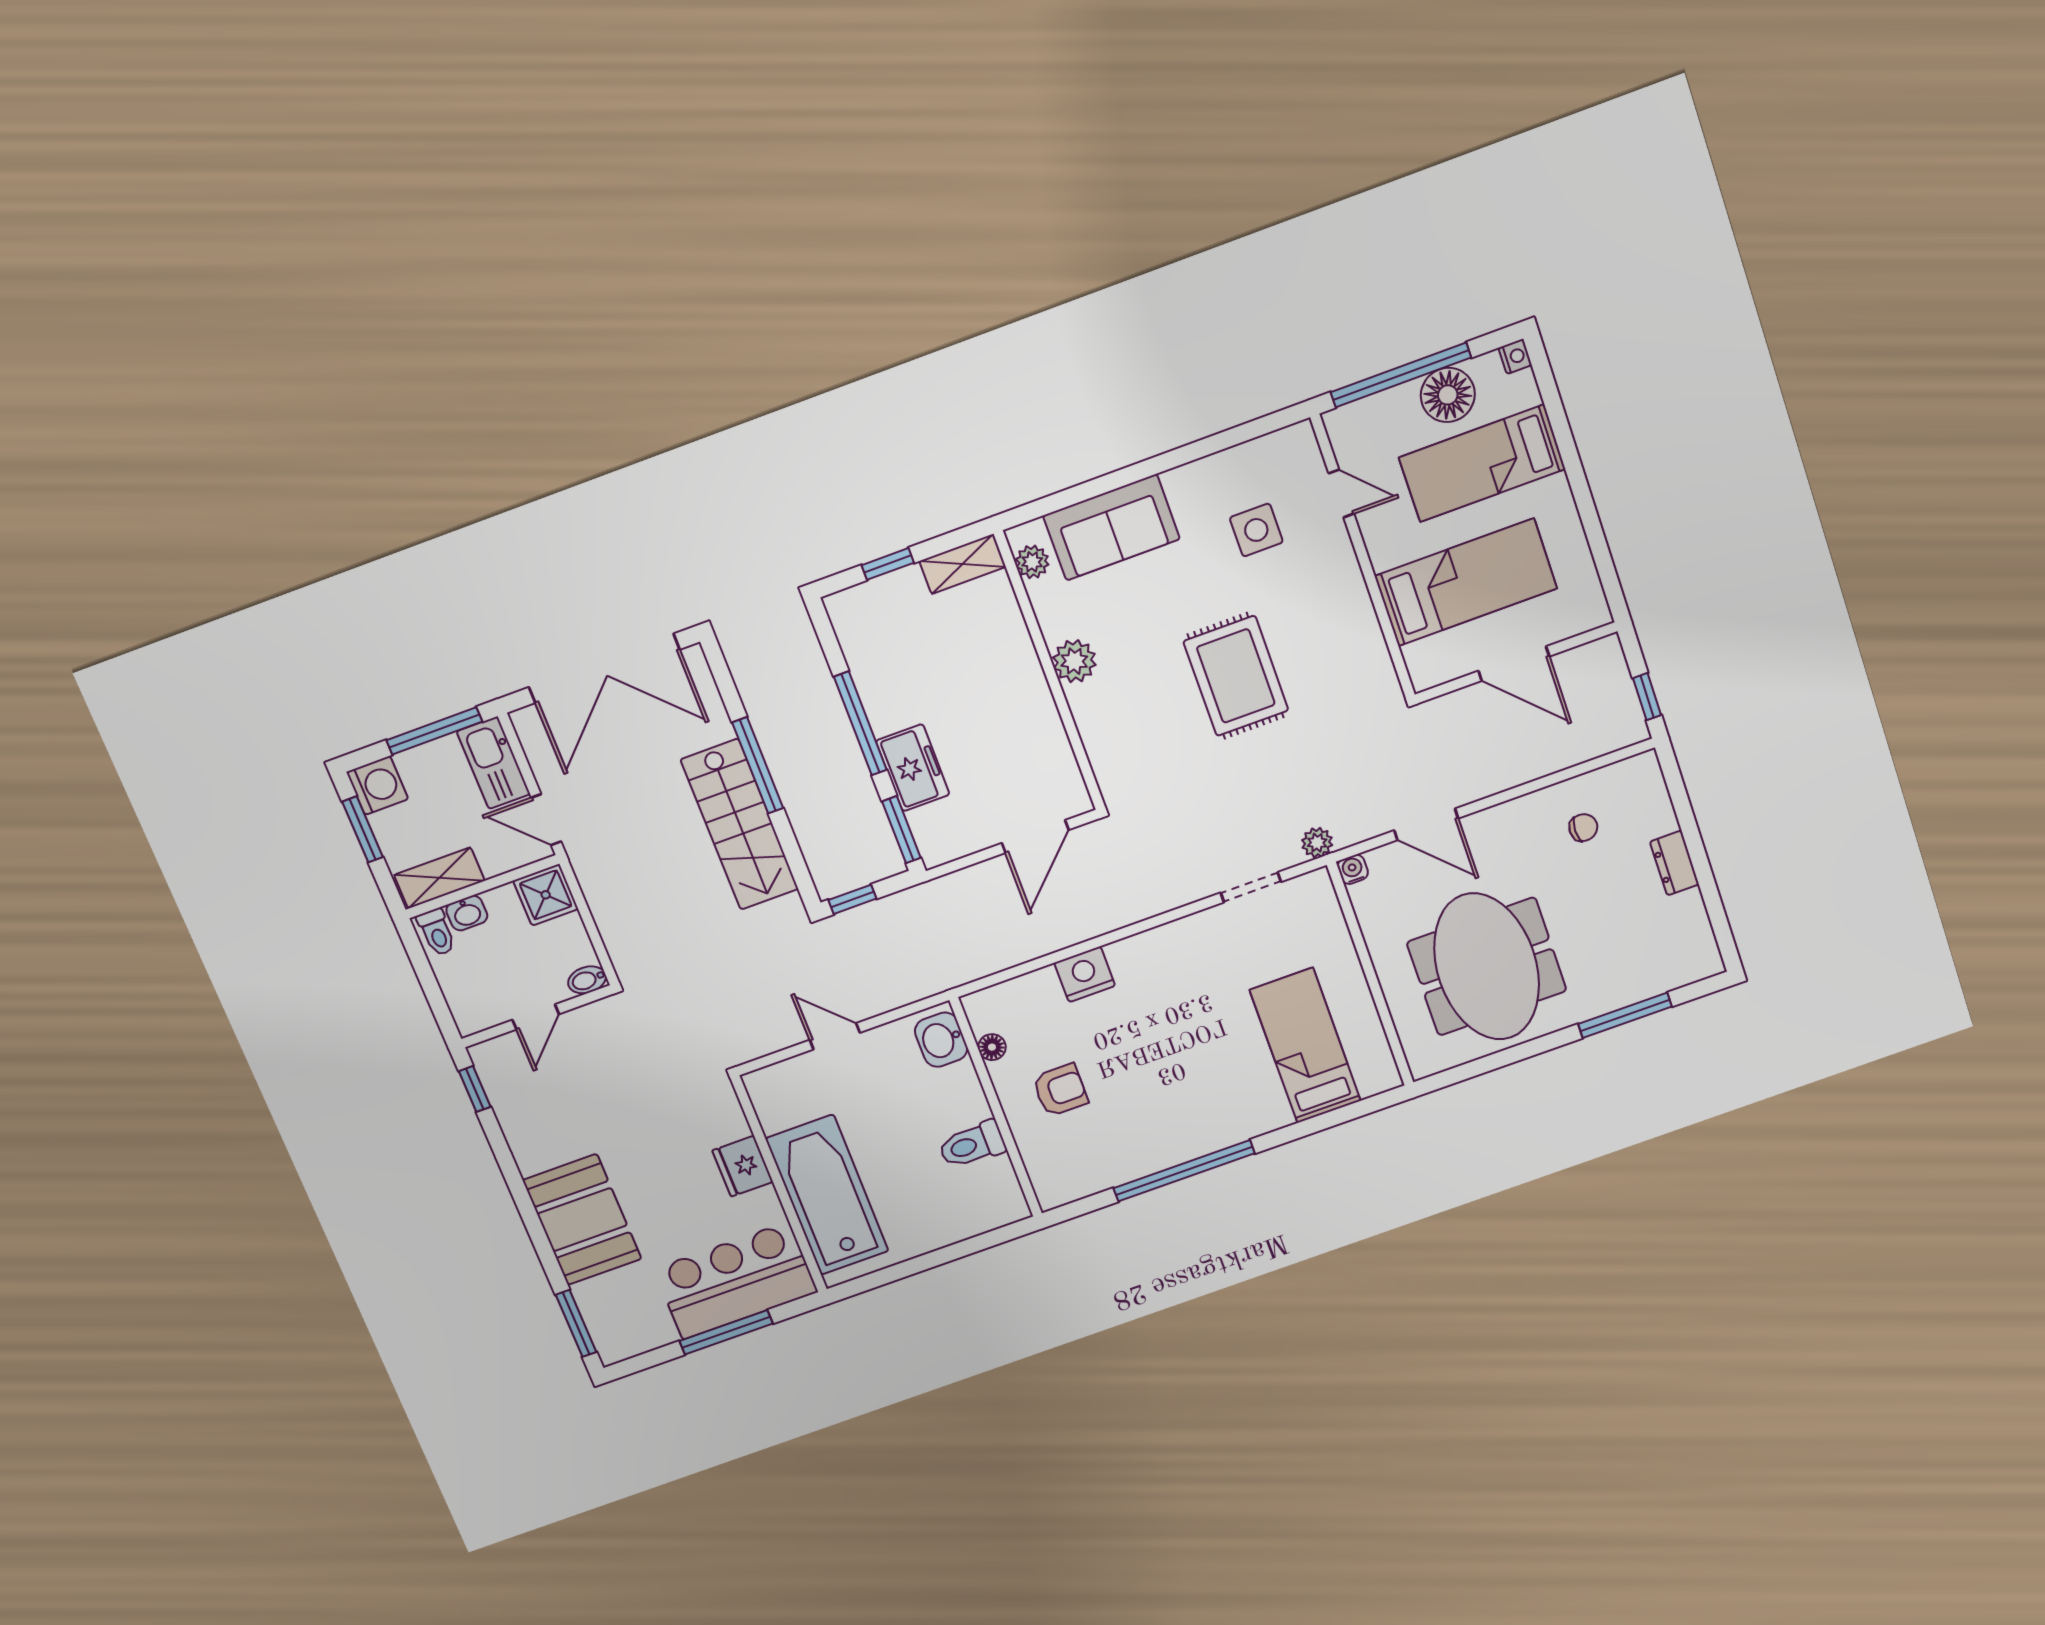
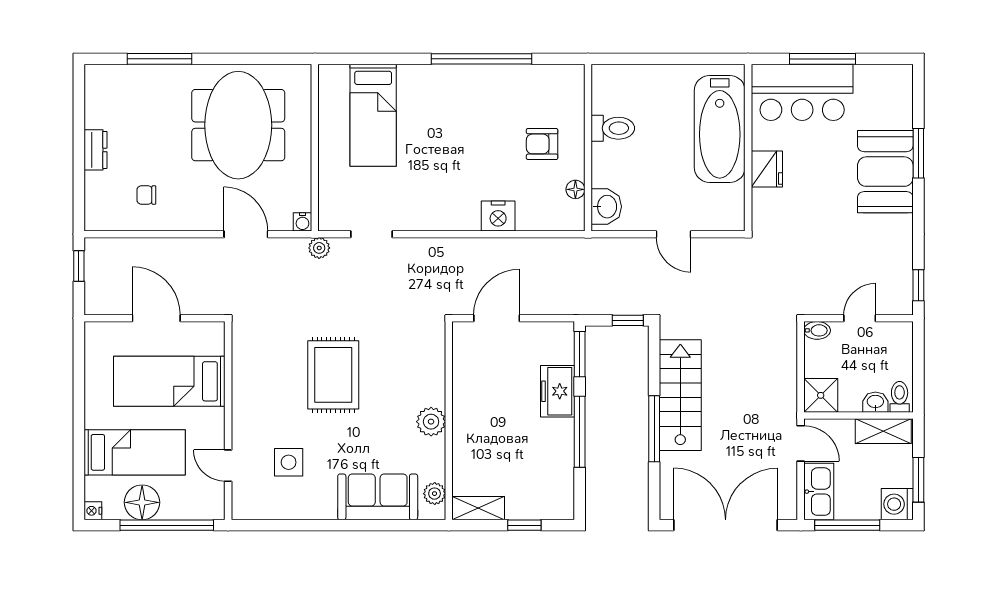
window: (576, 1323) -> (918, 153), moved

